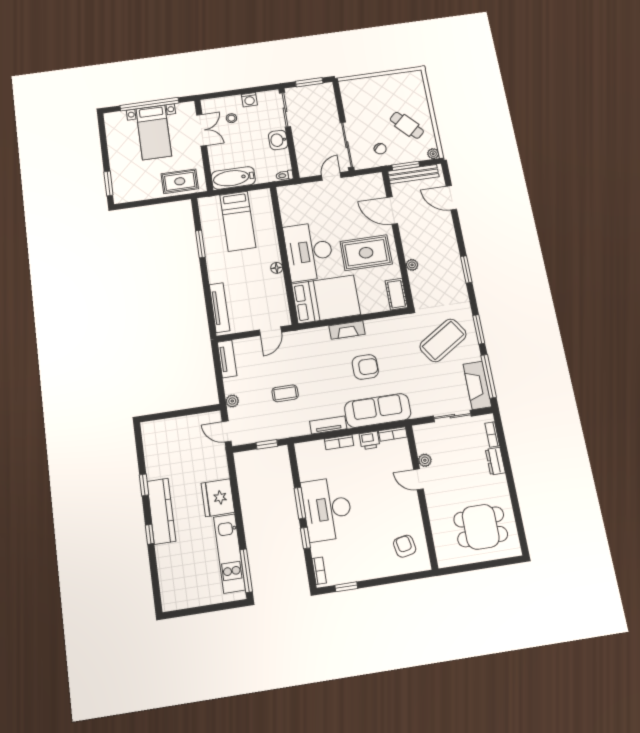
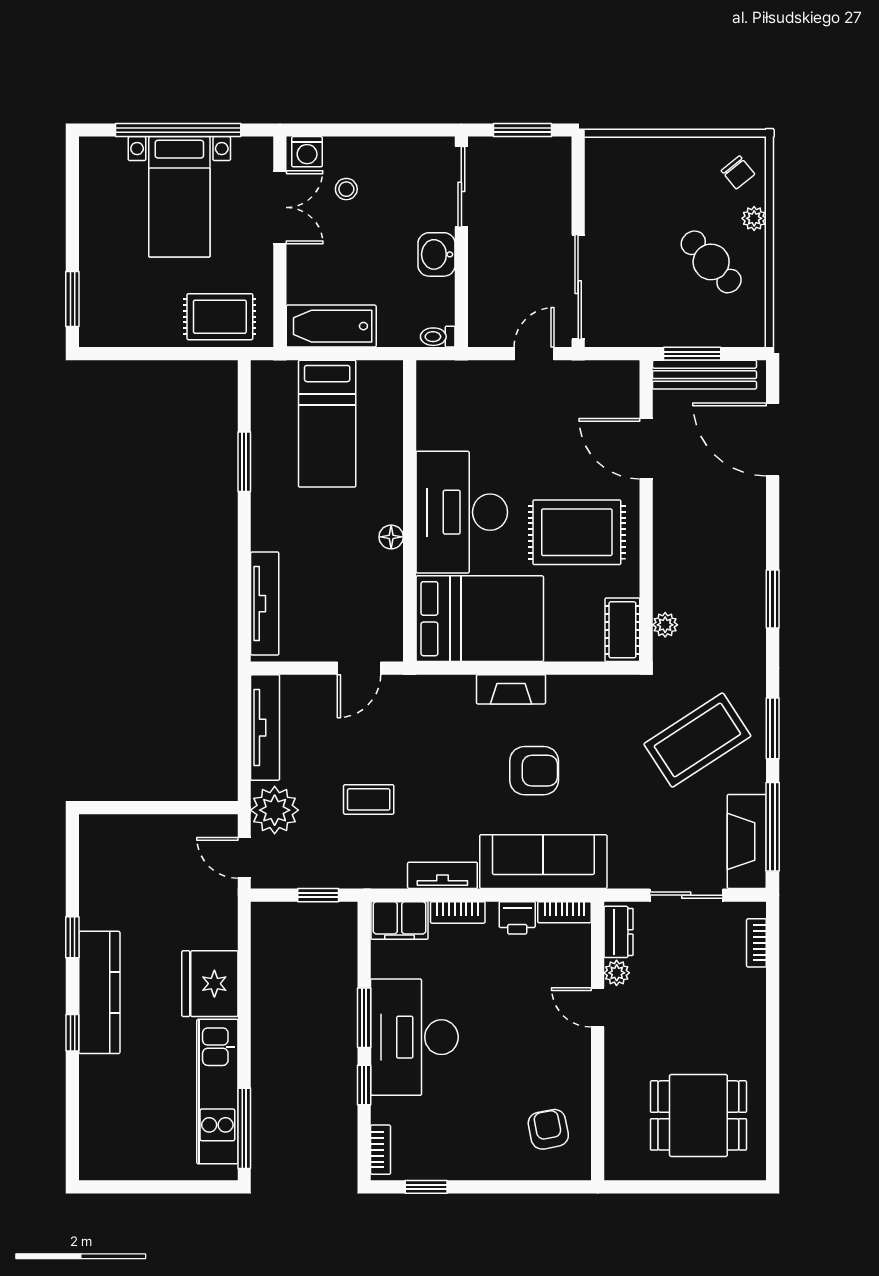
washing machine: (249, 100) -> (307, 152), moved
chair: (380, 149) -> (738, 172), moved
plant: (433, 154) -> (754, 218), moved
door: (451, 198) -> (773, 439), width x1.36
plant: (412, 265) -> (665, 625), moved
tv unit: (227, 359) -> (265, 728), width x1.41
plant: (232, 401) -> (275, 810), width x1.88, depth x1.88
filing cabinet: (310, 451) -> (400, 921), added
dresser: (495, 461) -> (619, 932), moved, turned 180

